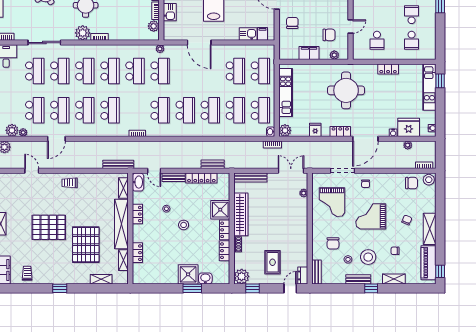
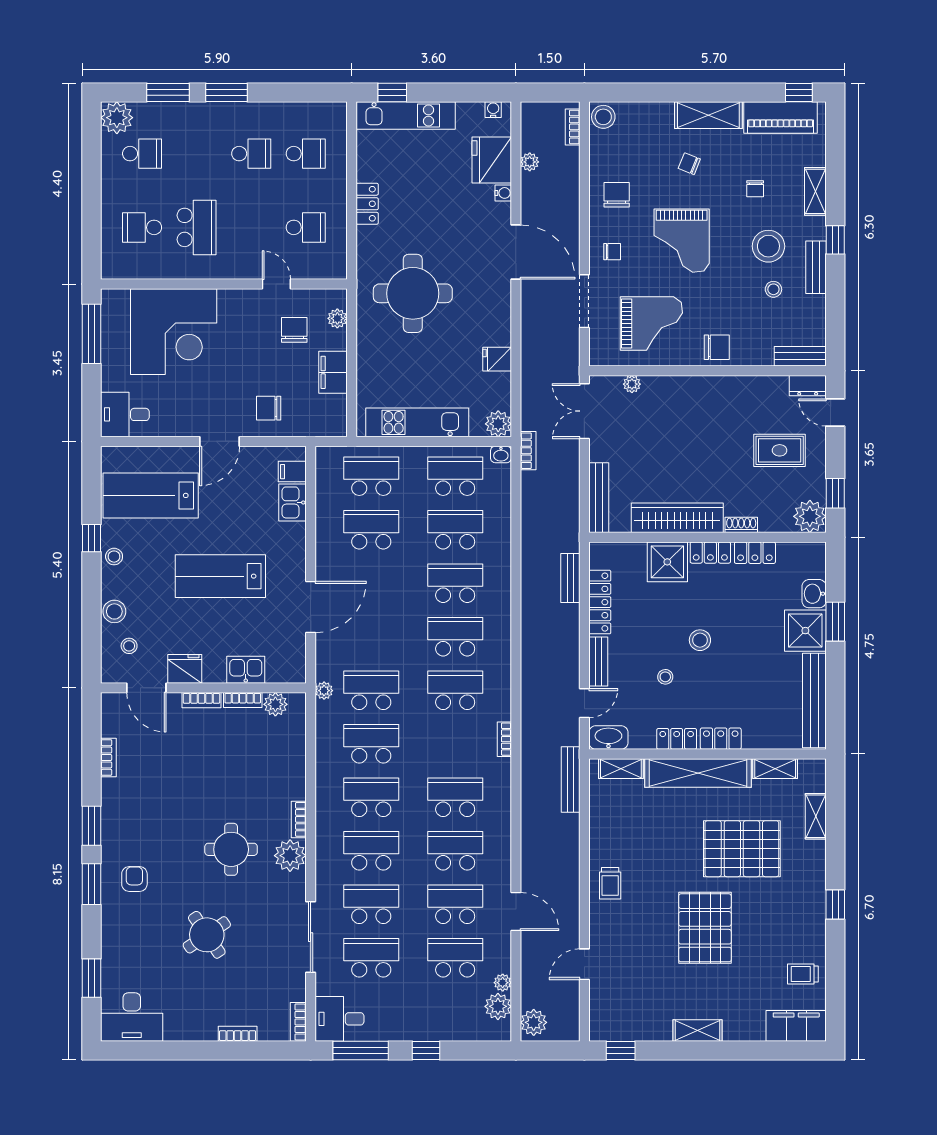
school desk: (412, 15) -> (251, 154), turned 180
locker: (340, 131) -> (500, 306), removed
chair: (411, 183) -> (617, 195), moved
chair: (333, 243) -> (717, 347), moved
locker: (137, 253) -> (721, 739), moved
bench: (155, 279) -> (814, 701), added

